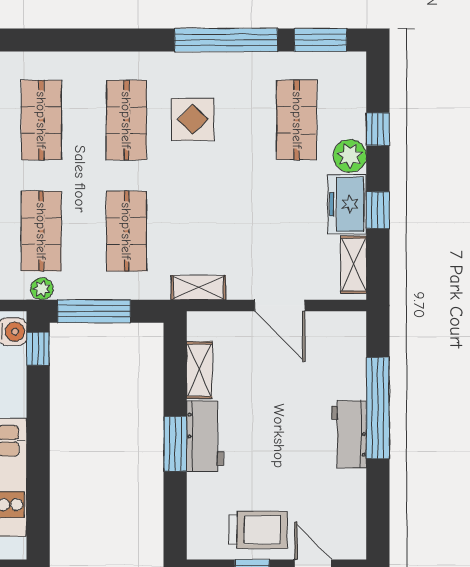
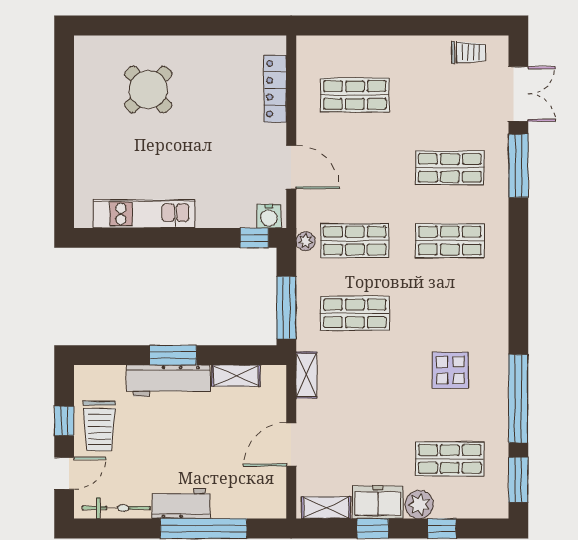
shop shelf: (126, 120) -> (450, 313), removed
window: (94, 311) -> (286, 308), moved
workbench: (205, 436) -> (168, 381), width x1.38
bicycle: (354, 510) -> (116, 508), added

